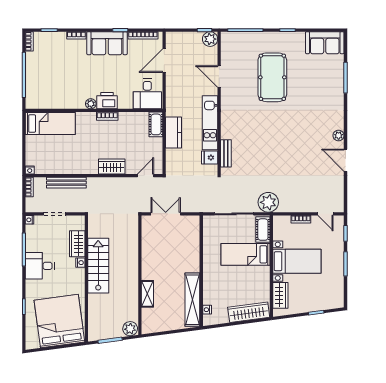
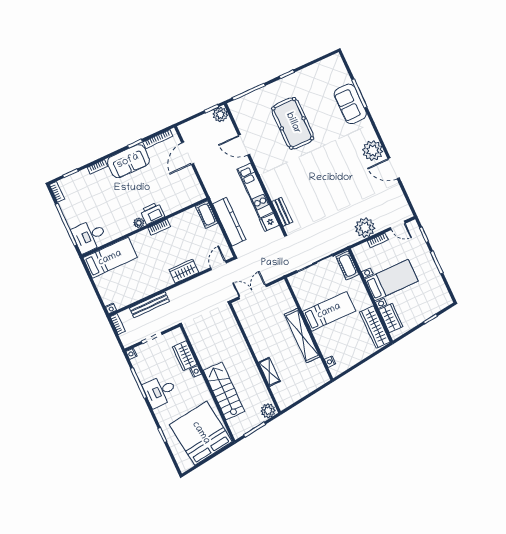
sofa: (325, 43) -> (350, 104), moved, turned 90
desk: (147, 94) -> (89, 236), moved, turned 90
kitchen counter: (174, 133) -> (229, 222), width x1.50
plant: (339, 135) -> (373, 151), width x1.87, depth x1.87
plant: (268, 202) -> (365, 228), moved
bed: (246, 254) -> (329, 311), moved, turned 180
stairs: (98, 266) -> (224, 391), moved
shelving: (192, 300) -> (302, 336), moved
wardrobe: (249, 312) -> (375, 327), moved, turned -82

